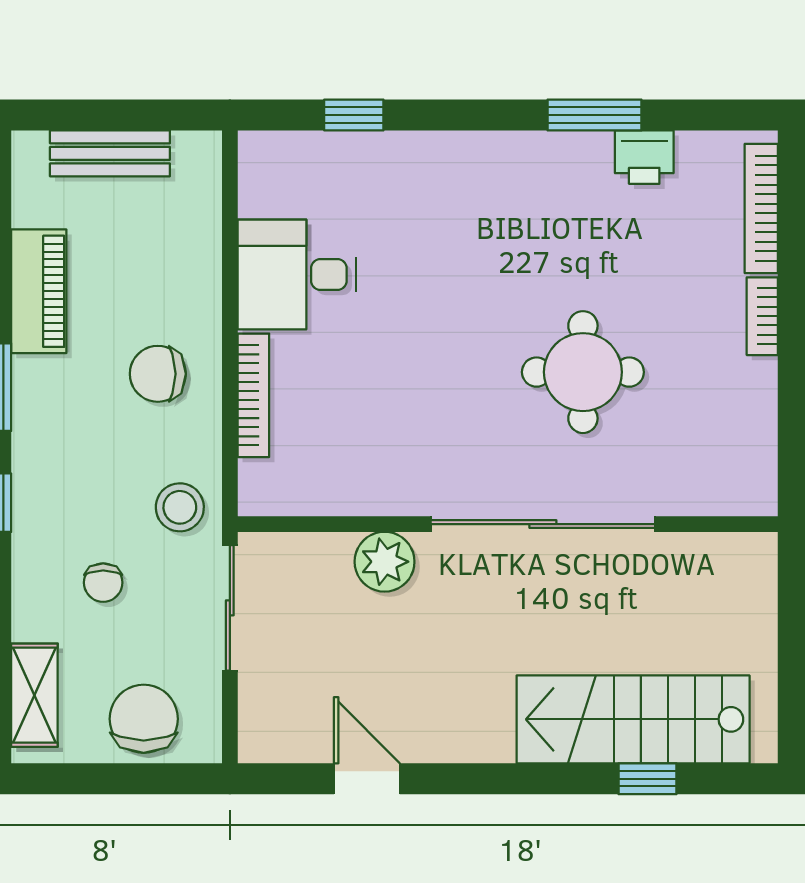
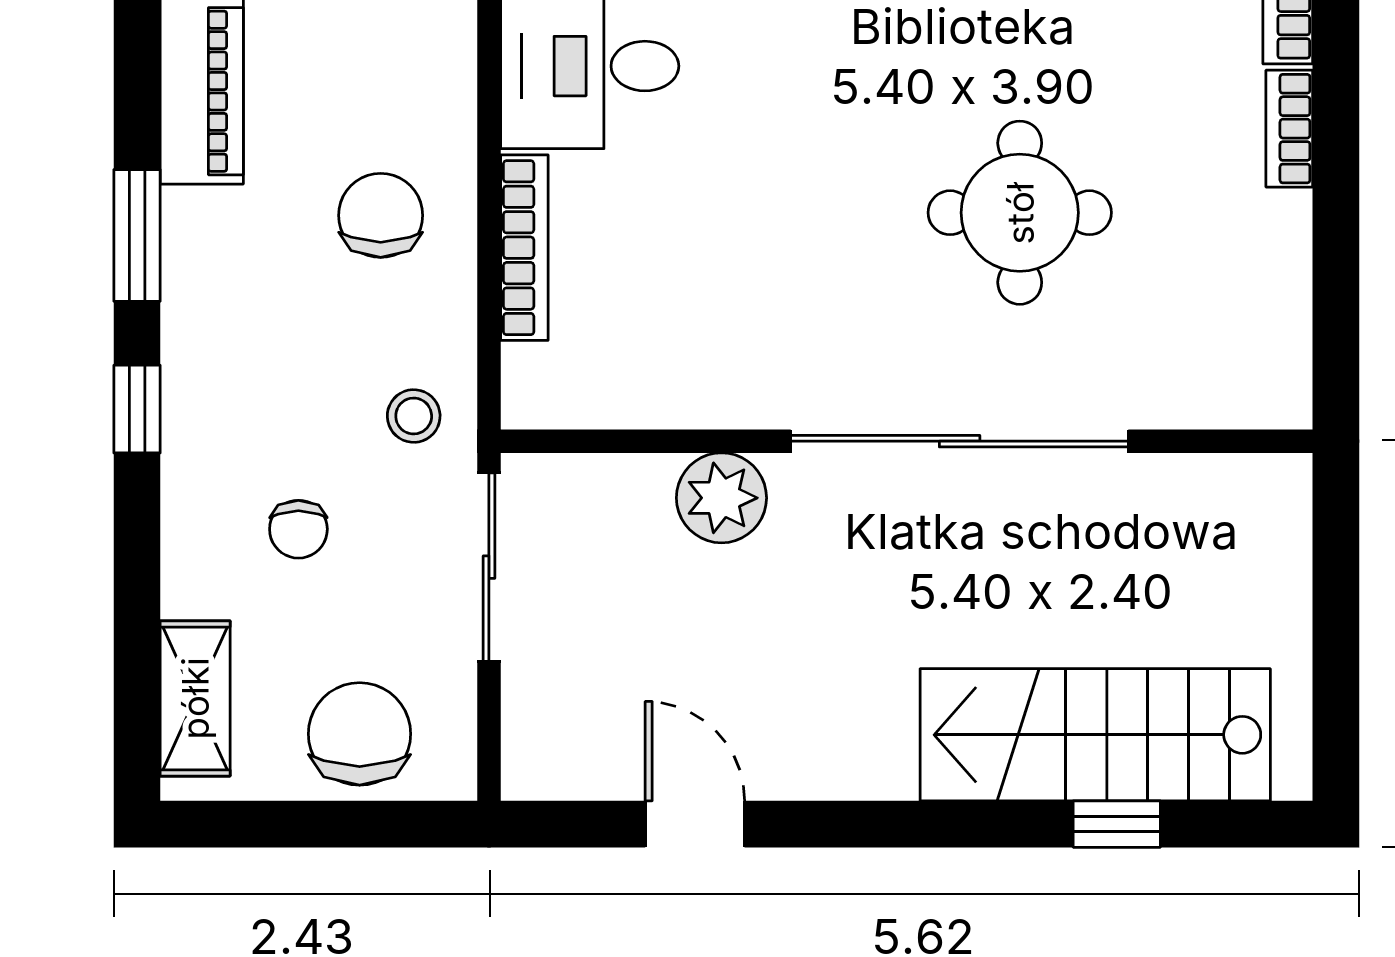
chair: (158, 374) -> (381, 215), turned 90
stool: (180, 507) -> (414, 416), width x0.73, depth x0.73

